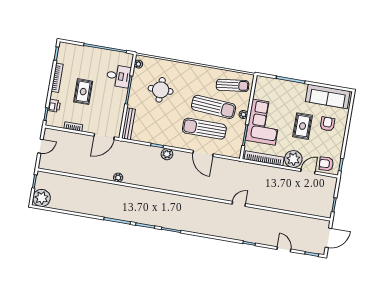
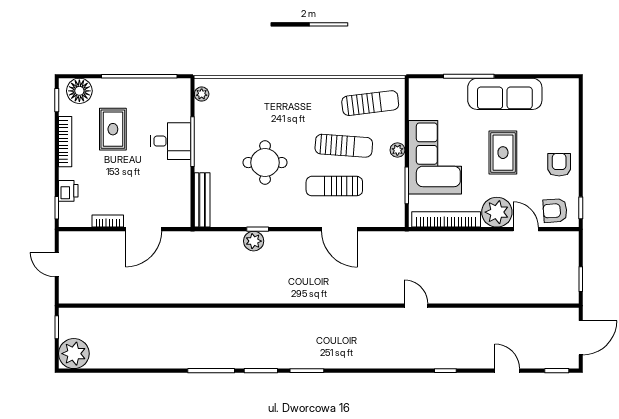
floor lamp: (70, 51) -> (79, 91), added
desk: (119, 76) -> (171, 141), moved
round table: (161, 90) -> (265, 163), moved
rug: (83, 92) -> (113, 129), moved
sofa: (328, 96) -> (505, 94), moved
sun lounger: (214, 107) -> (344, 146), width x0.73, depth x0.75
armchair: (327, 124) -> (559, 165), moved
sun lounger: (204, 129) -> (334, 186), width x0.73, depth x0.75
door: (104, 137) -> (144, 229), moved
door: (40, 146) -> (57, 265), swing flipped
plant: (167, 154) -> (254, 241), moved
door: (308, 171) -> (526, 229), hinge flipped
plant: (118, 178) -> (200, 296), removed
door: (239, 204) -> (416, 306), hinge flipped

